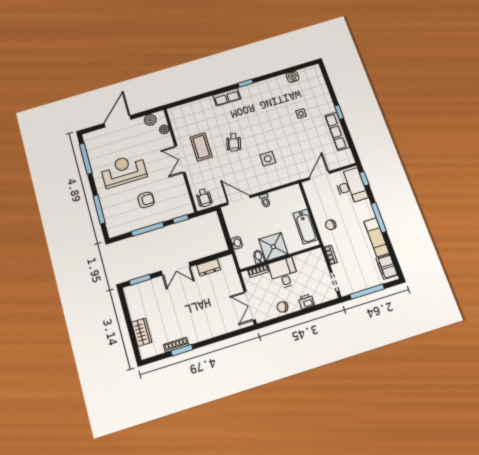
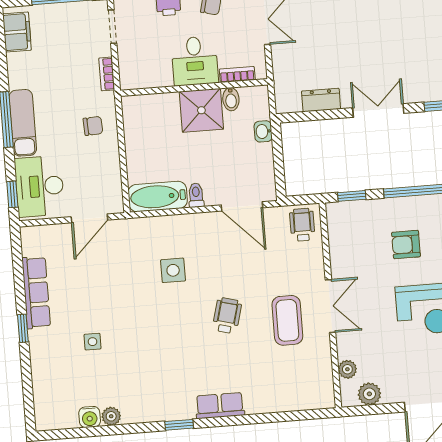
plant: (282, 79) -> (111, 416), added
bathtub: (306, 227) -> (158, 197), moved, turned -90
exam couch: (377, 237) -> (23, 123), moved

